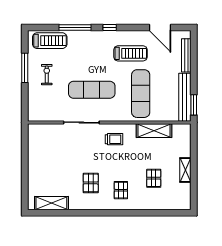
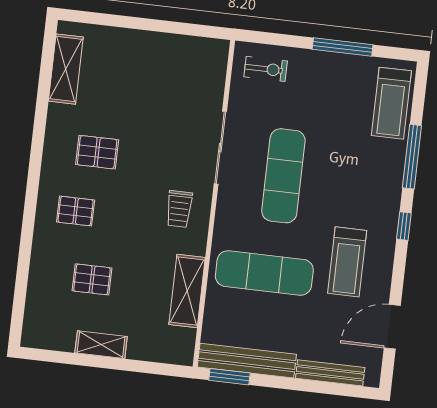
exercise bike: (47, 75) -> (266, 69), moved

